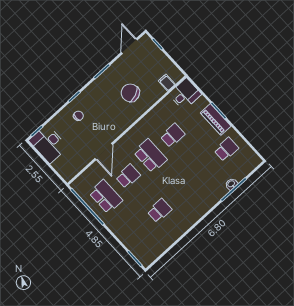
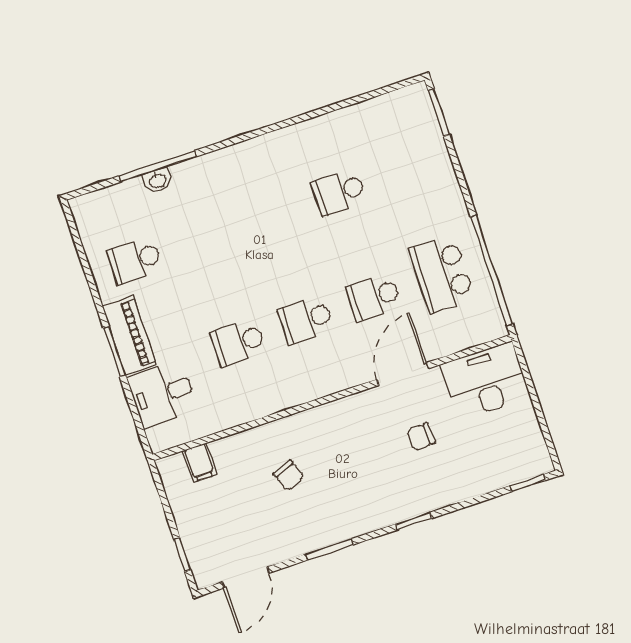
chair: (130, 93) -> (289, 475), width x0.54, depth x0.54
desk: (185, 94) -> (162, 394), moved
chair: (78, 116) -> (421, 437), moved
desk: (48, 144) -> (485, 381), moved, turned -90
school desk: (150, 156) -> (306, 320), width x0.54

